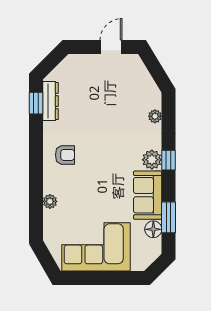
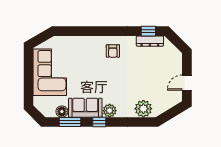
door: (111, 47) -> (187, 83), swing flipped
plant: (155, 116) -> (143, 109), width x1.88, depth x1.88
window: (168, 160) -> (99, 122), moved
plant: (50, 201) -> (81, 41), removed

